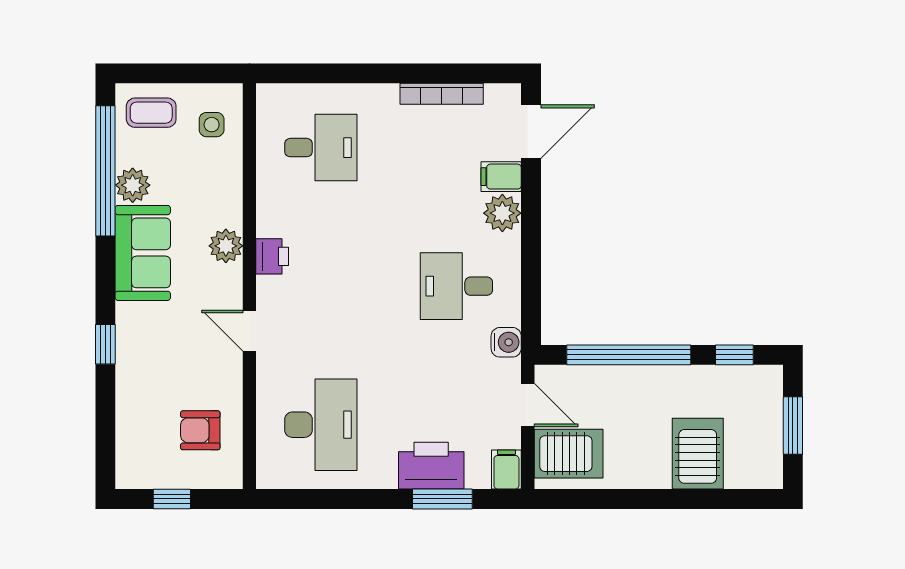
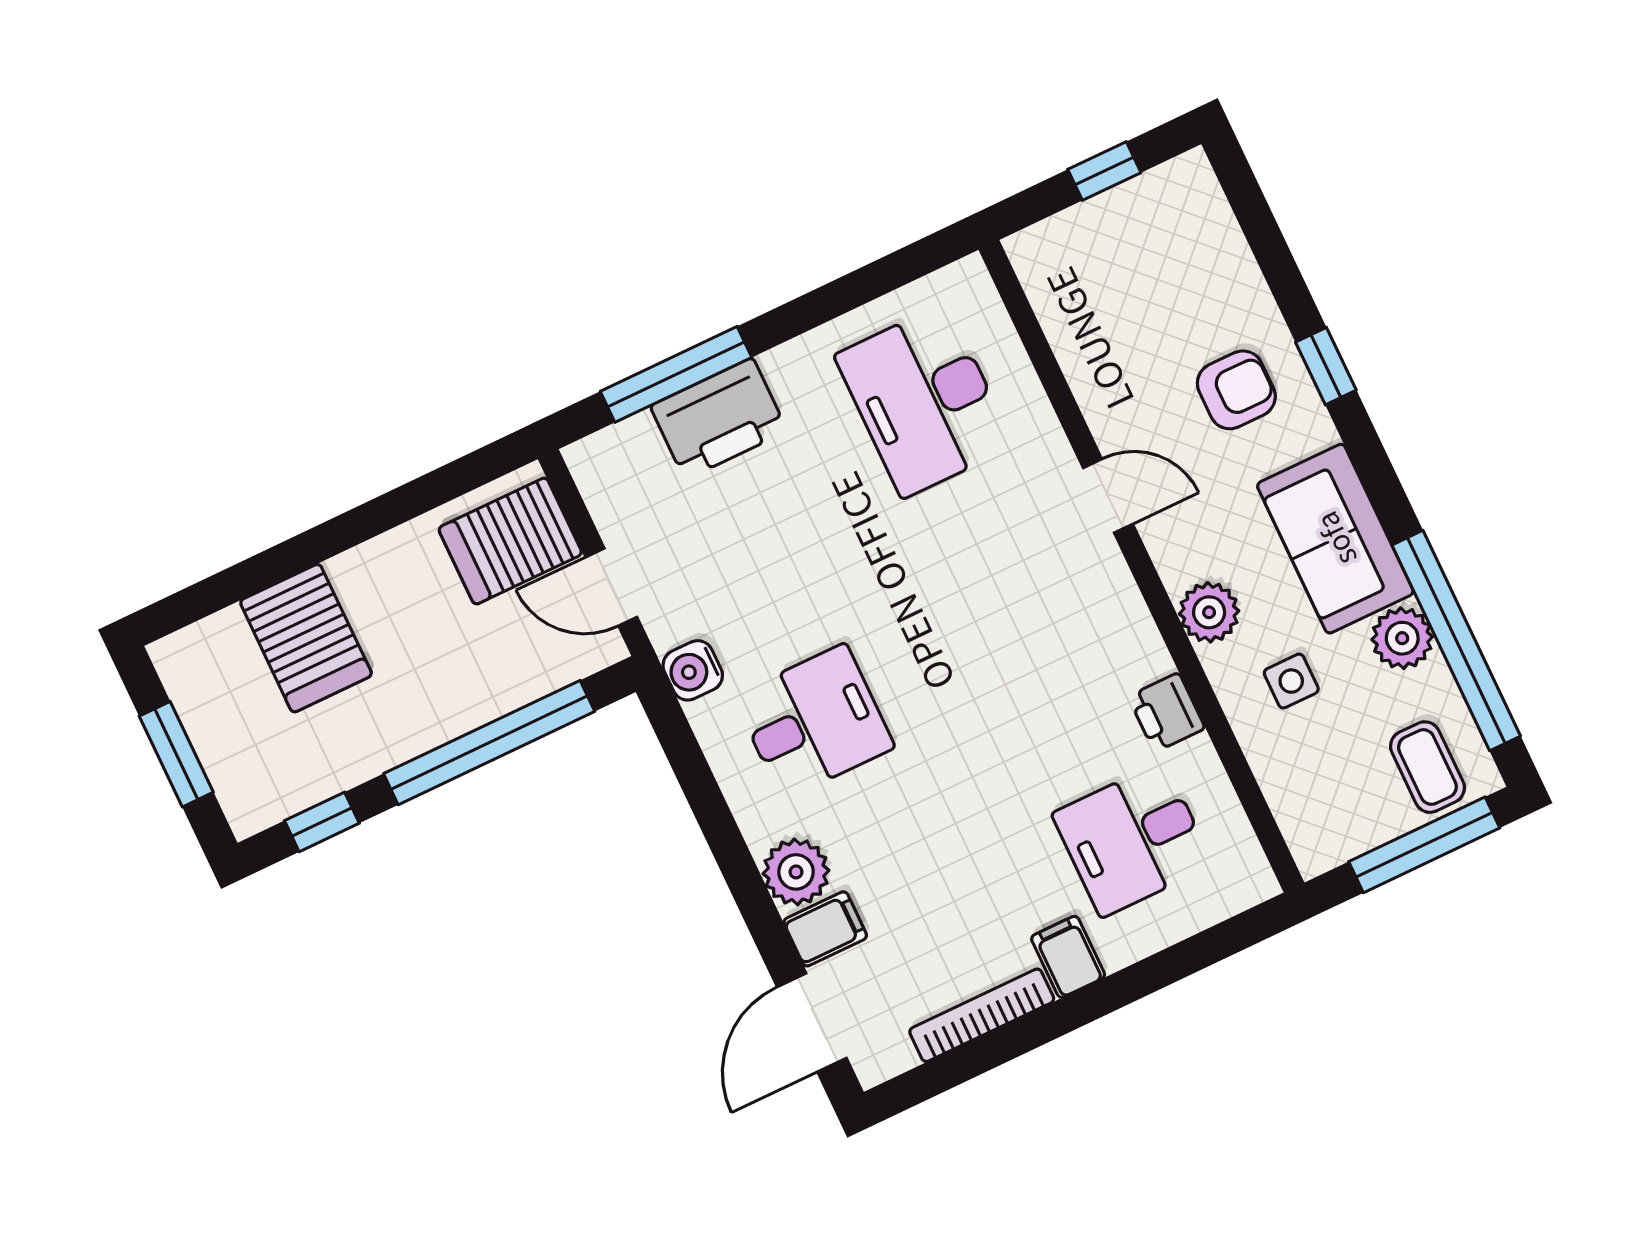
window: (172, 73) -> (1424, 845), added
coffee table: (151, 113) -> (1427, 767), turned 90
side table: (212, 125) -> (1291, 681), moved
printer: (272, 256) -> (1167, 712), moved
armchair: (200, 430) -> (1236, 390), moved
filing cabinet: (506, 469) -> (1068, 957), moved, turned 180
window: (442, 499) -> (676, 374), width x1.44

